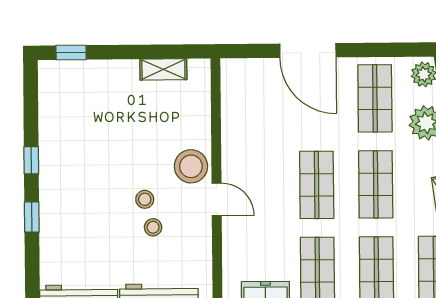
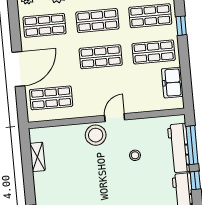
shop shelf: (257, 99) -> (51, 98), added
stool: (145, 199) -> (118, 162), removed

